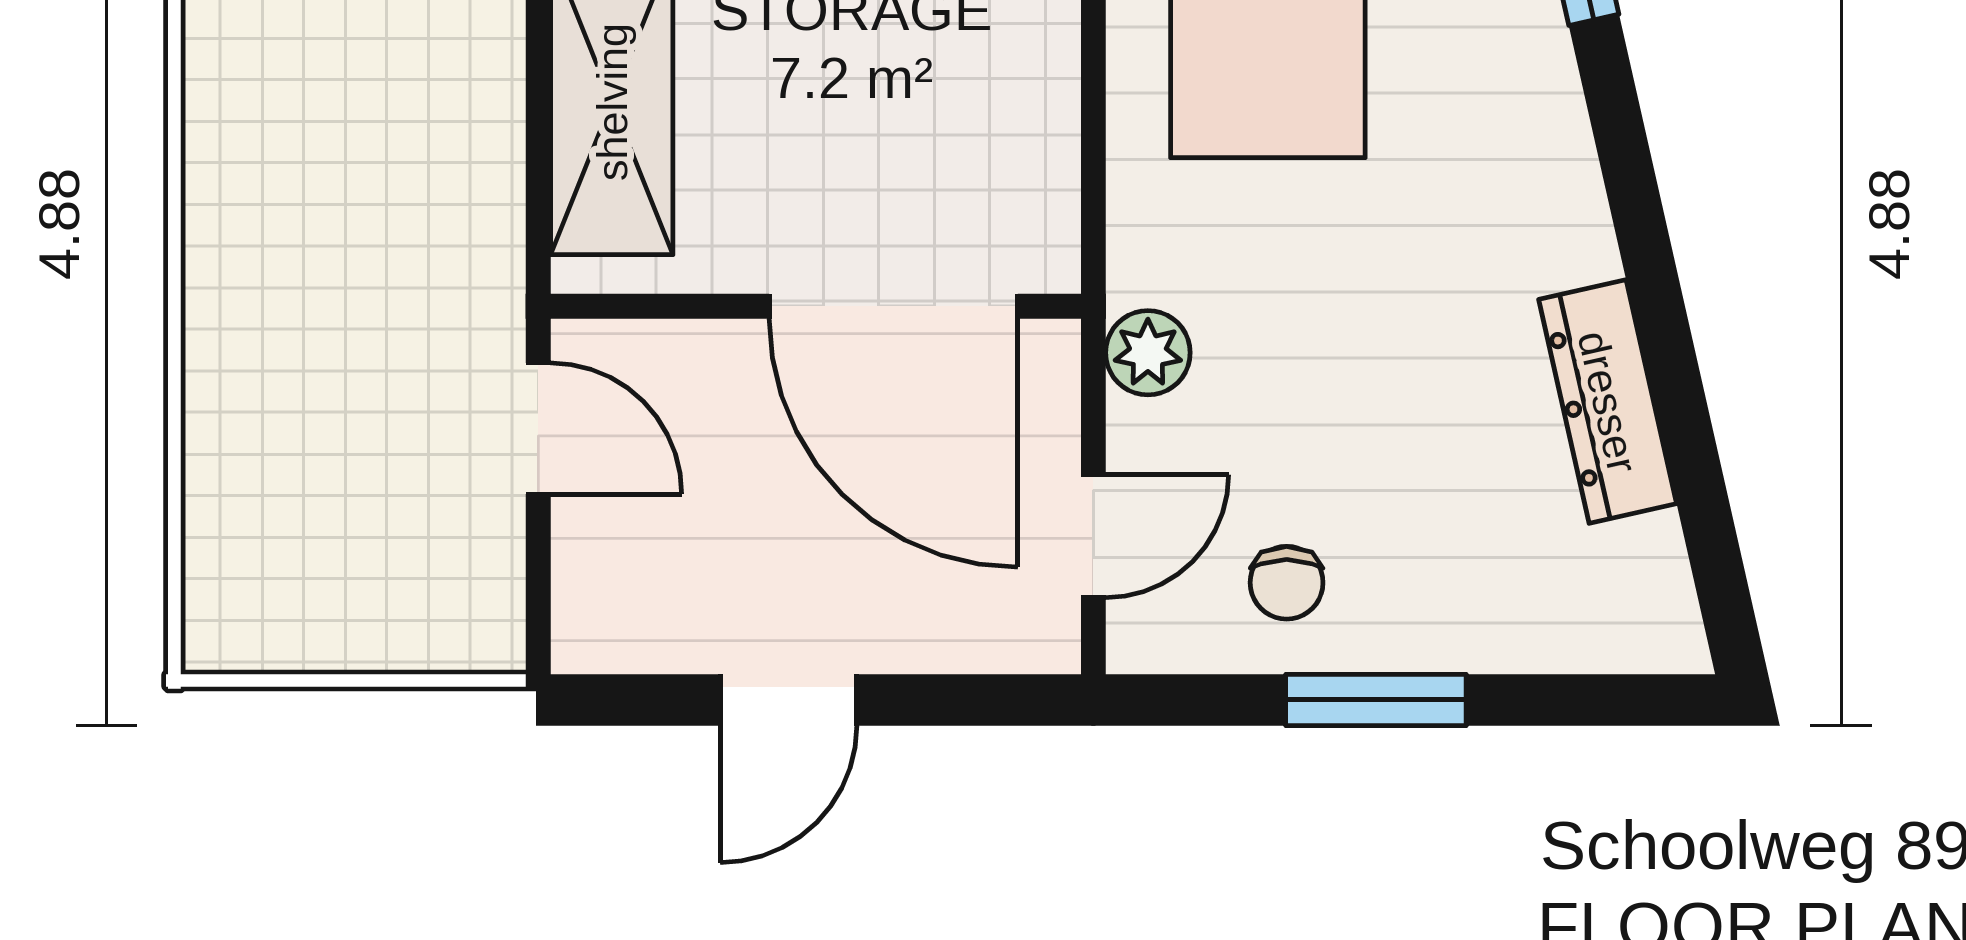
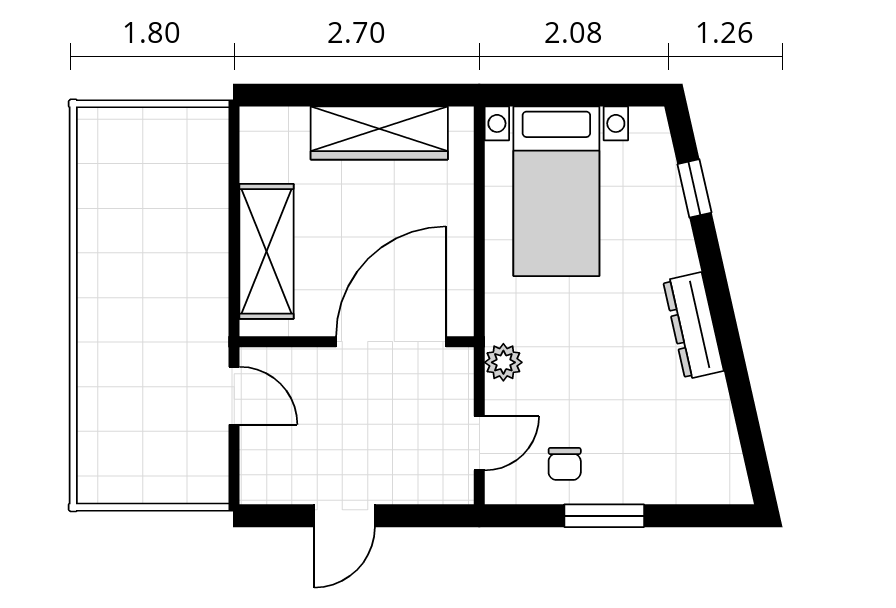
door: (894, 306) -> (391, 342), swing flipped
dresser: (1608, 402) -> (693, 326), moved

